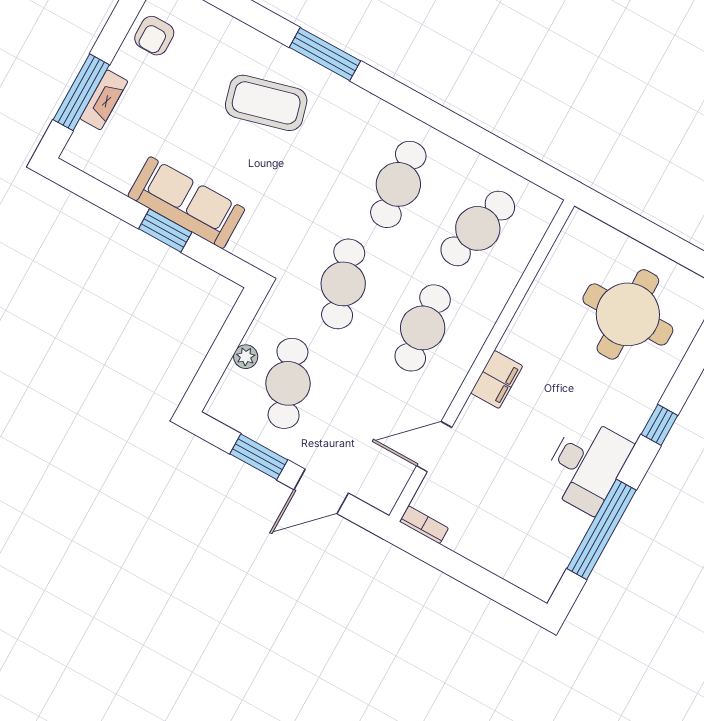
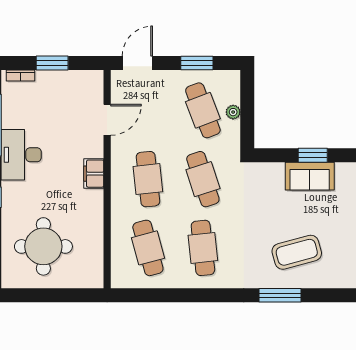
sofa: (186, 203) -> (310, 176), width x0.73
cafe table: (478, 228) -> (148, 248), turned -30
door: (321, 491) -> (137, 63), moved
bookcase: (424, 525) -> (20, 75), moved
window: (468, 573) -> (52, 63), added

